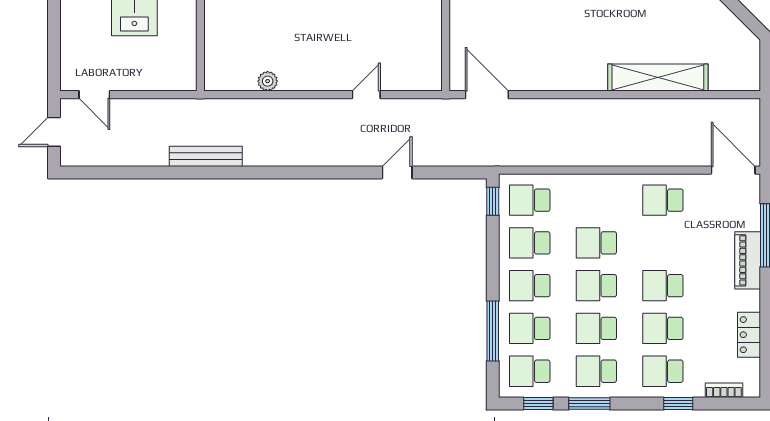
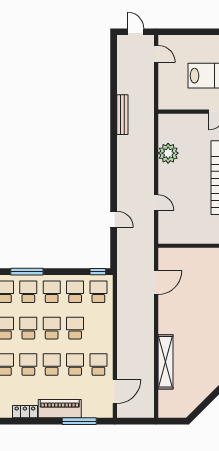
plant: (268, 81) -> (168, 153), width x1.88, depth x1.88
door: (94, 95) -> (156, 54), swing flipped
door: (487, 95) -> (156, 282), moved
door: (733, 170) -> (115, 391), moved
school desk: (663, 243) -> (75, 365), added
piano: (748, 260) -> (60, 409), width x1.37, depth x1.33

